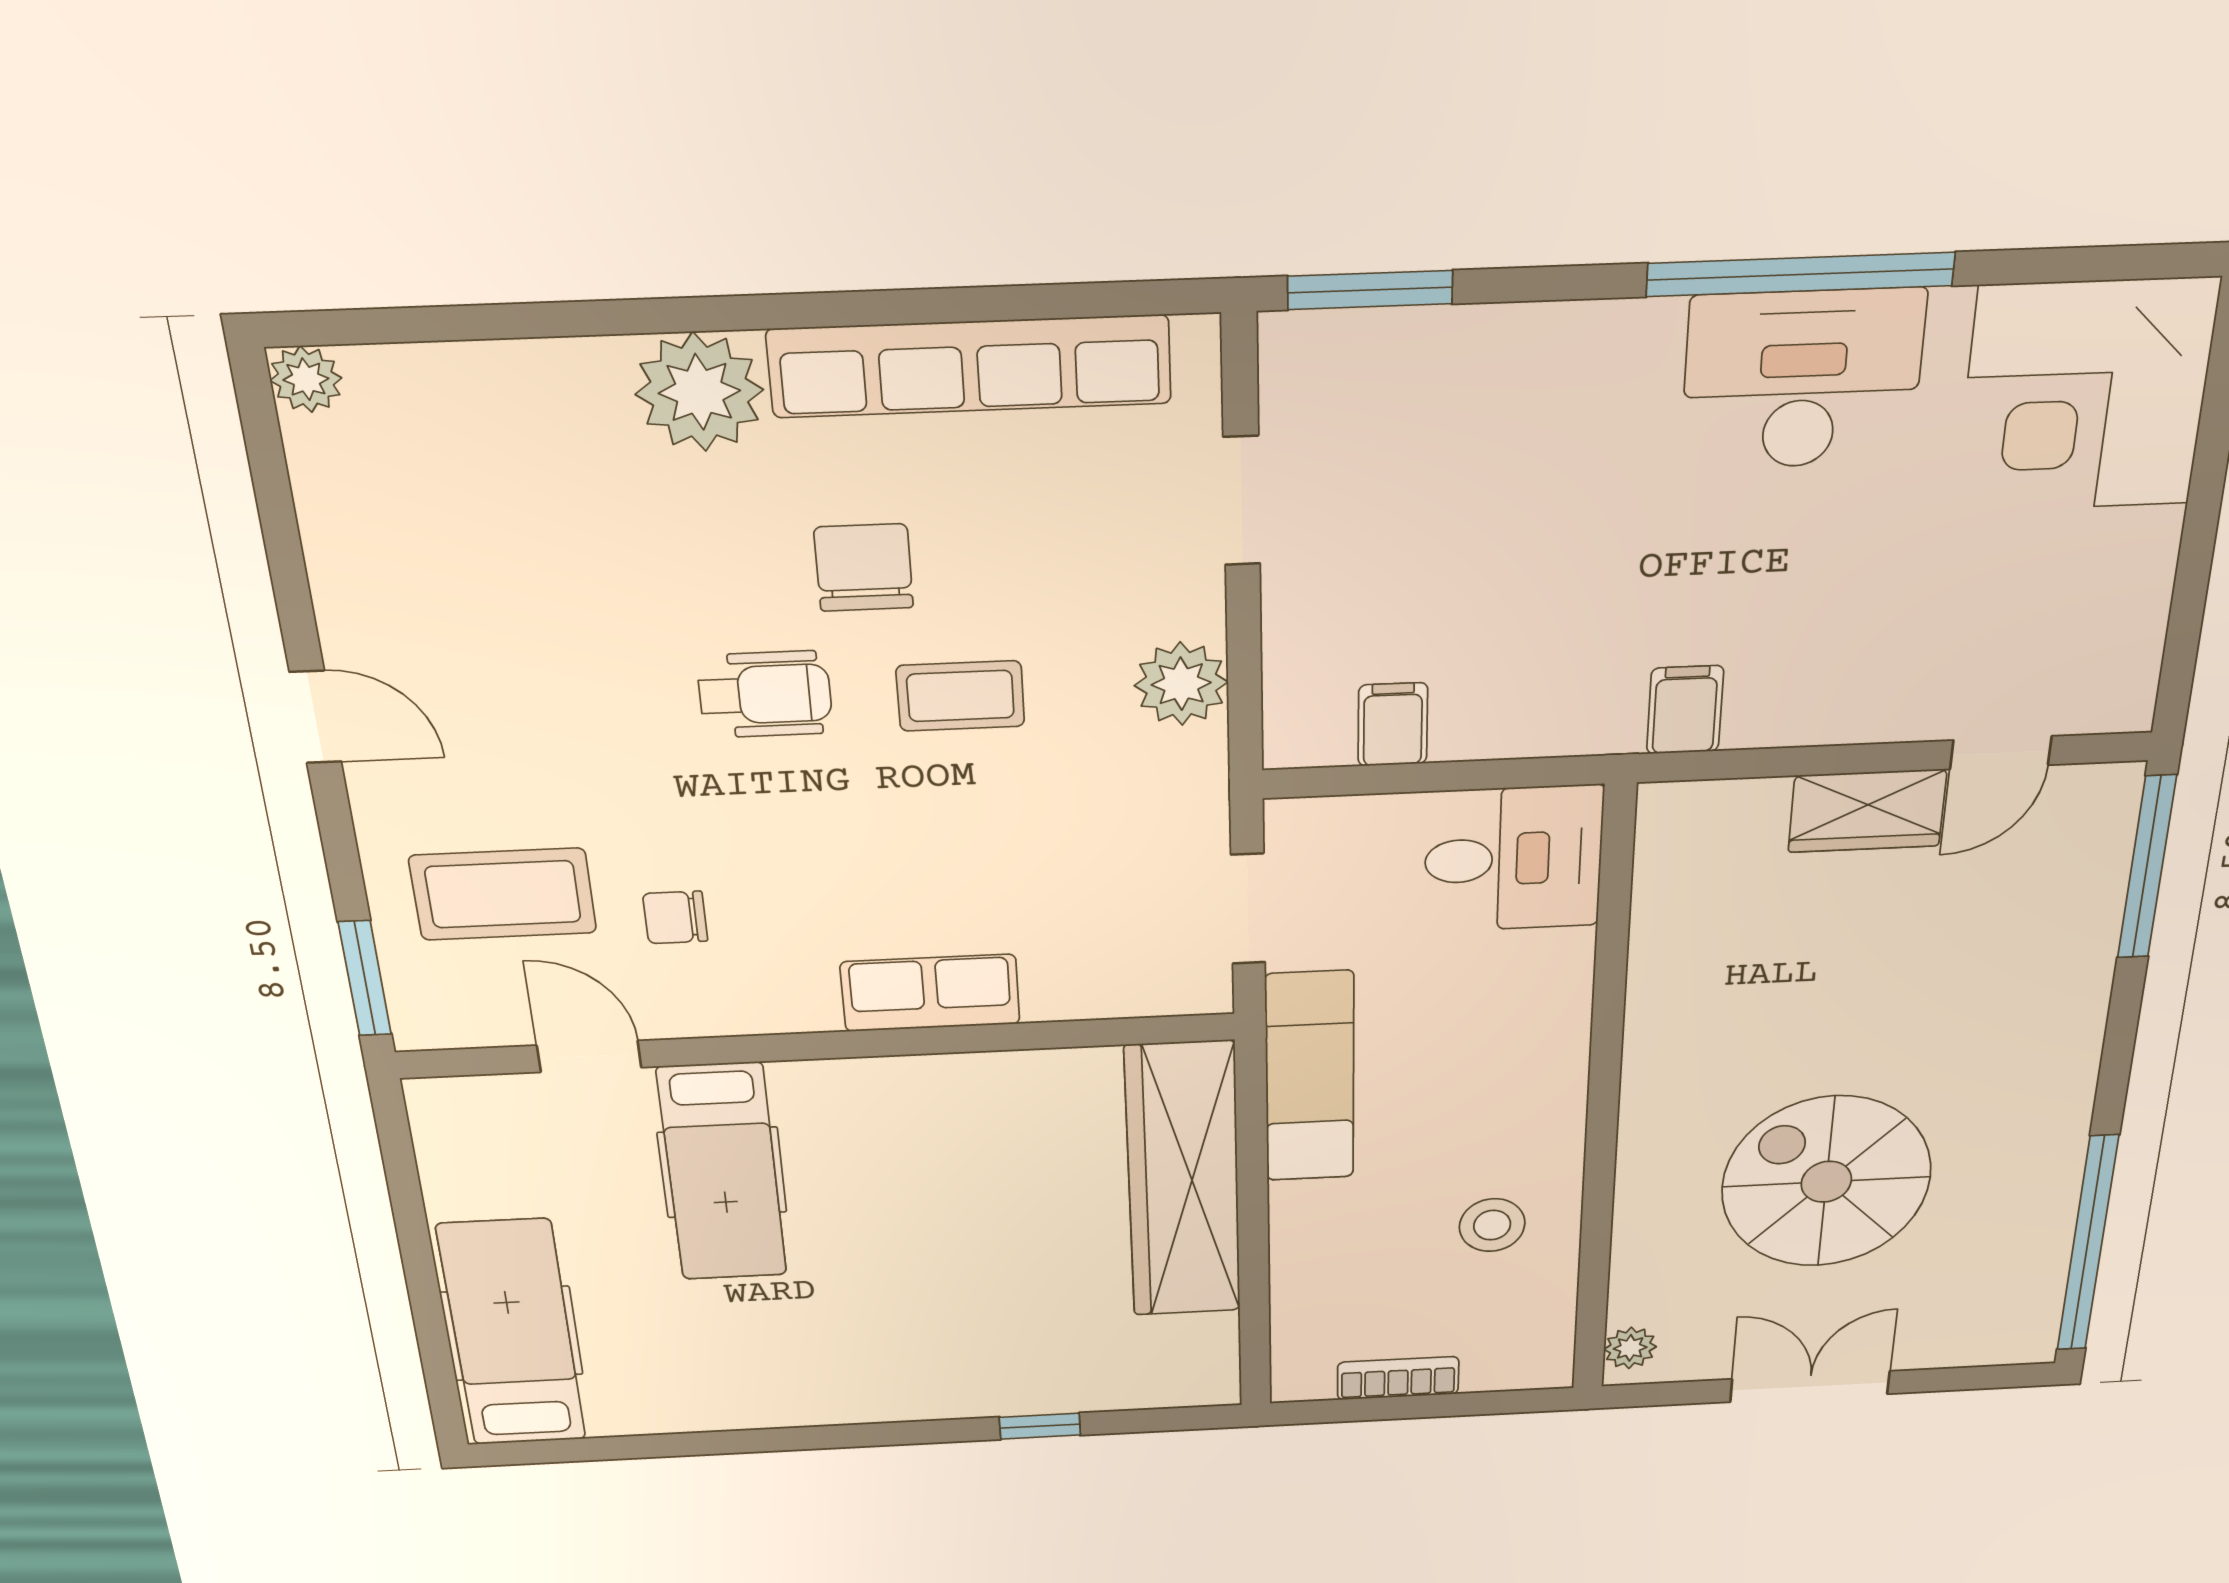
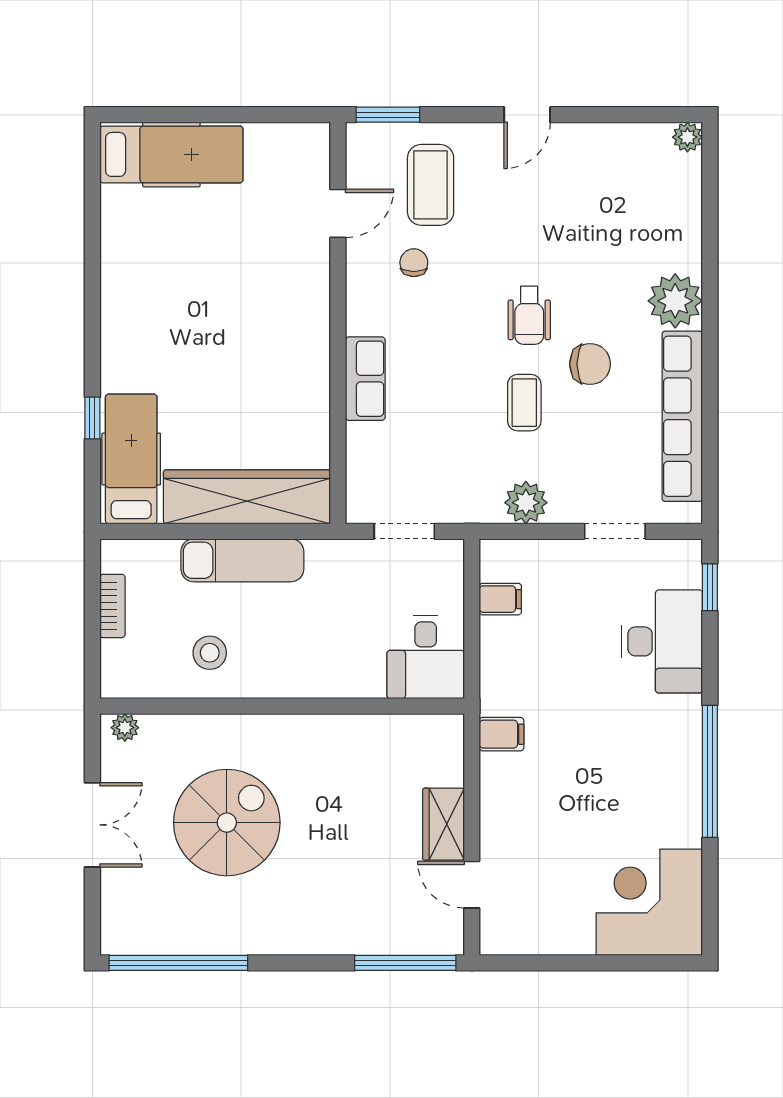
window: (1370, 290) -> (710, 587), width x0.67
desk: (1802, 380) -> (662, 641), moved
exam couch: (1310, 1077) -> (242, 560), moved
hospital bed: (722, 1172) -> (131, 459), moved, turned 90

